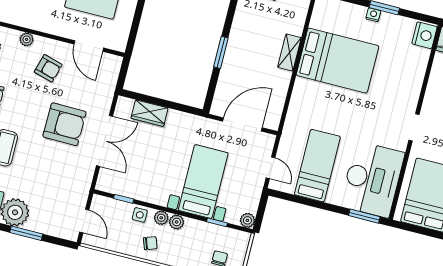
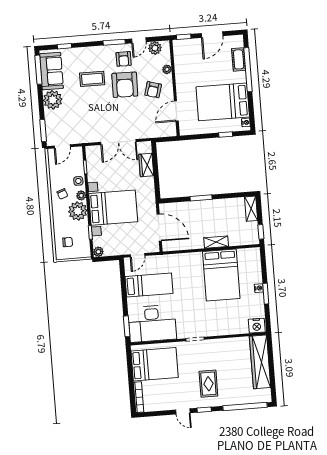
armchair: (64, 124) -> (125, 85), moved
bed with nightstands: (203, 182) -> (113, 208), width x1.36
plant: (177, 222) -> (78, 211), width x1.87, depth x1.87
window: (26, 233) -> (43, 131), moved

